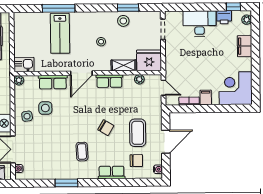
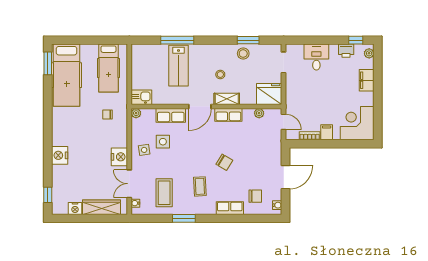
desk: (200, 24) -> (316, 57), width x0.73
shelving: (124, 65) -> (227, 99), moved
coffee table: (138, 133) -> (164, 193), moved

